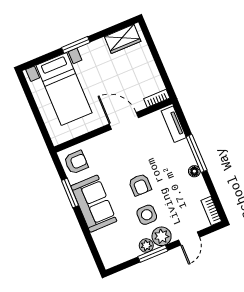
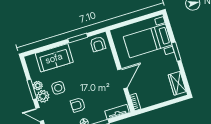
armchair: (140, 185) -> (78, 105), moved
sofa: (94, 204) -> (54, 58), moved

